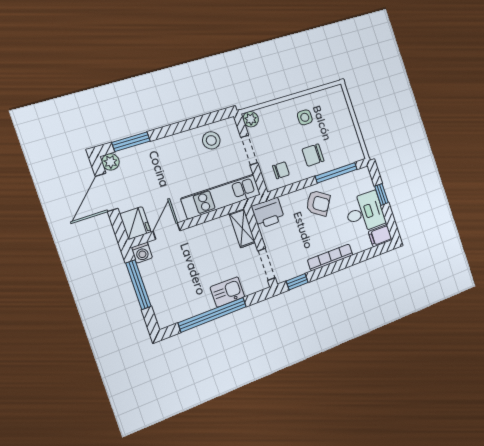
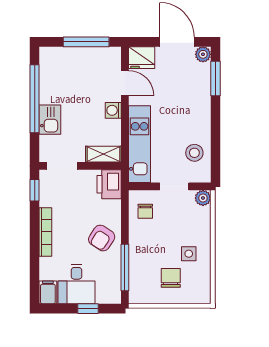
chair: (313, 155) -> (171, 278), moved
washing machine: (142, 253) -> (113, 110), moved

